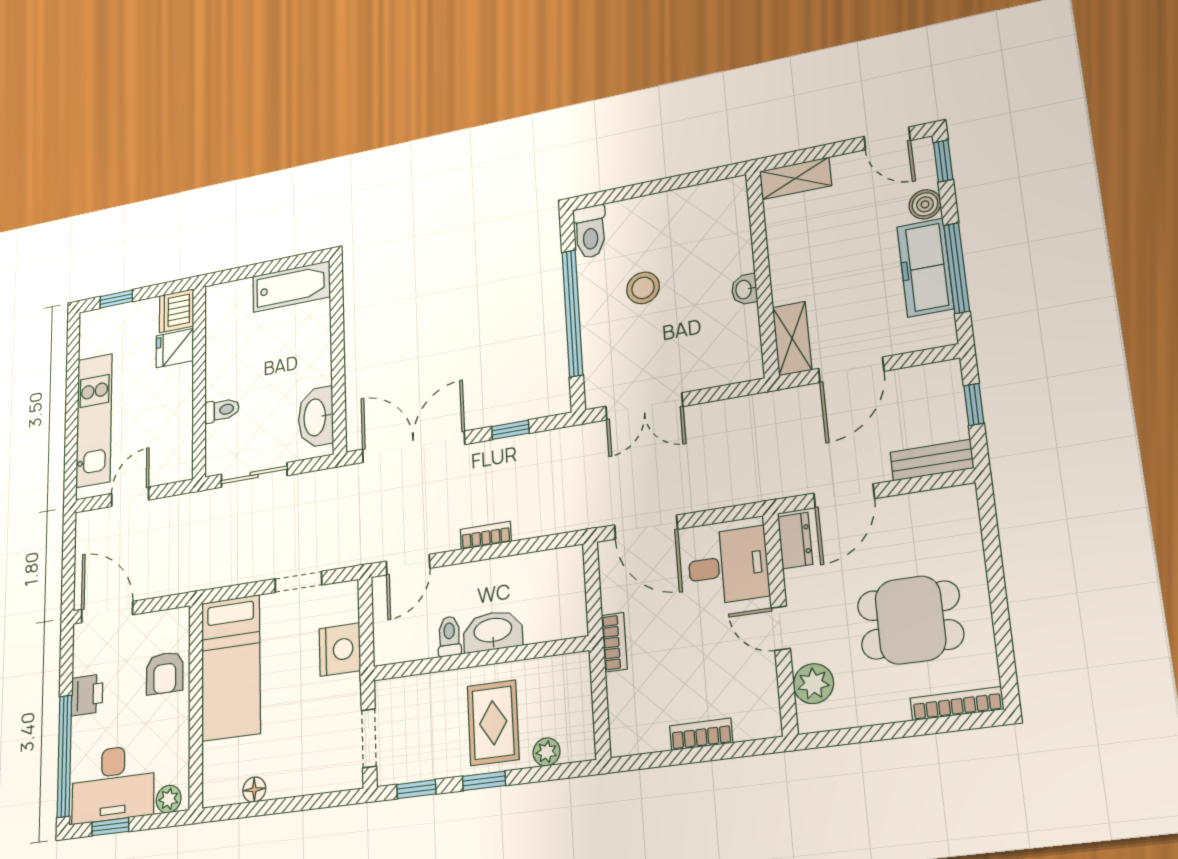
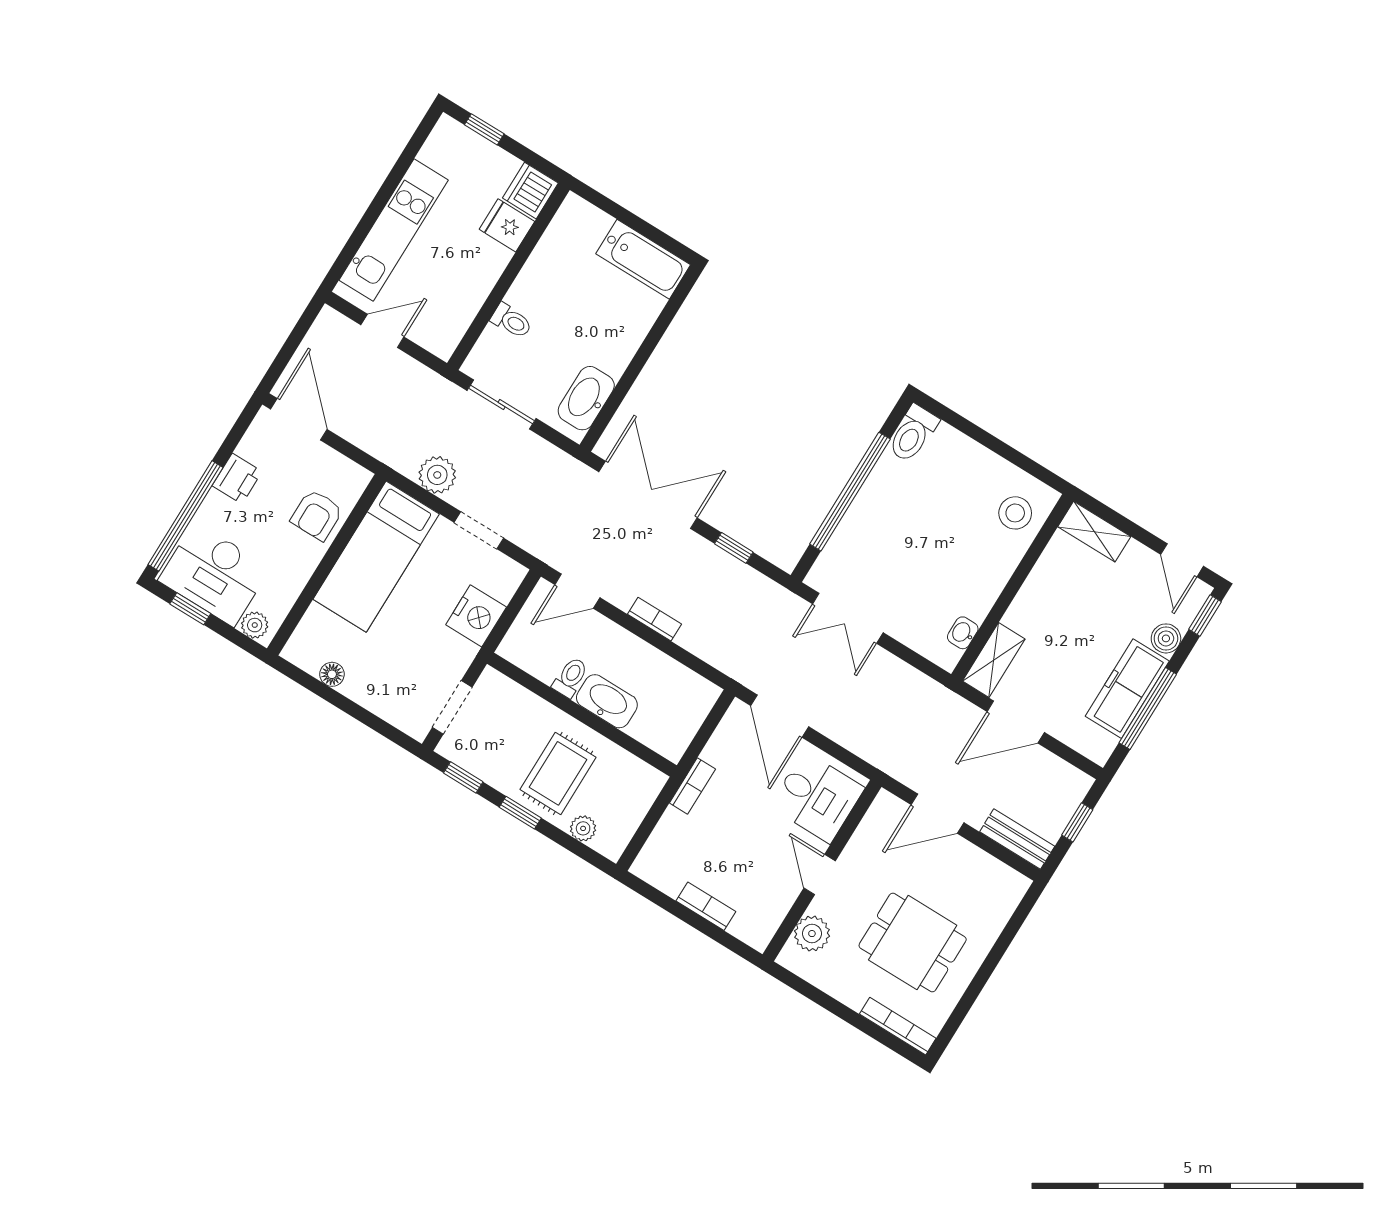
stool: (643, 288) -> (1015, 513), moved
washbasin: (744, 289) -> (963, 633), moved
dresser: (795, 541) -> (879, 818), removed
plant: (239, 567) -> (437, 475), added

